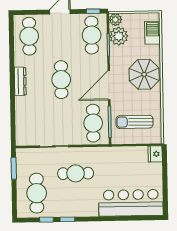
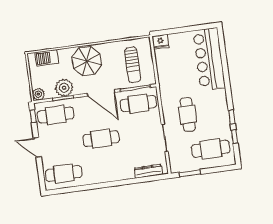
plant: (119, 36) -> (64, 88), moved
dresser: (20, 81) -> (148, 171), moved

